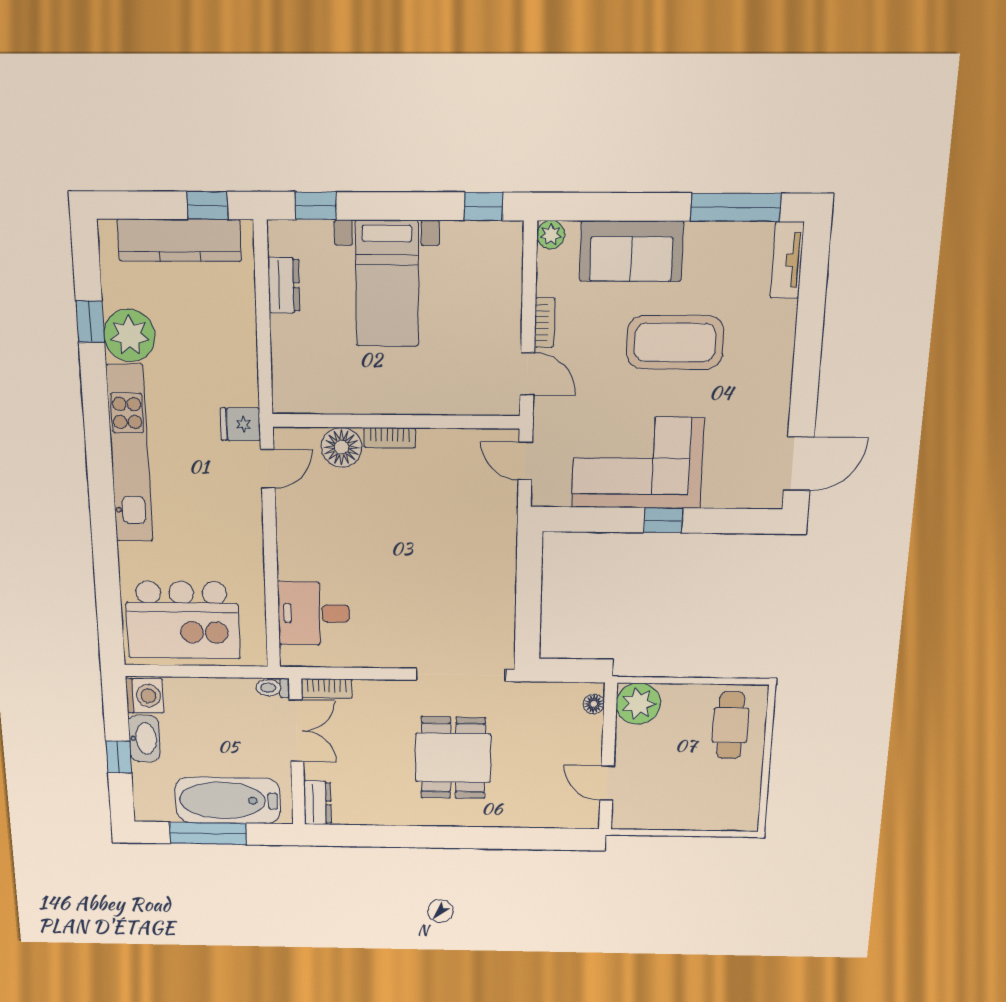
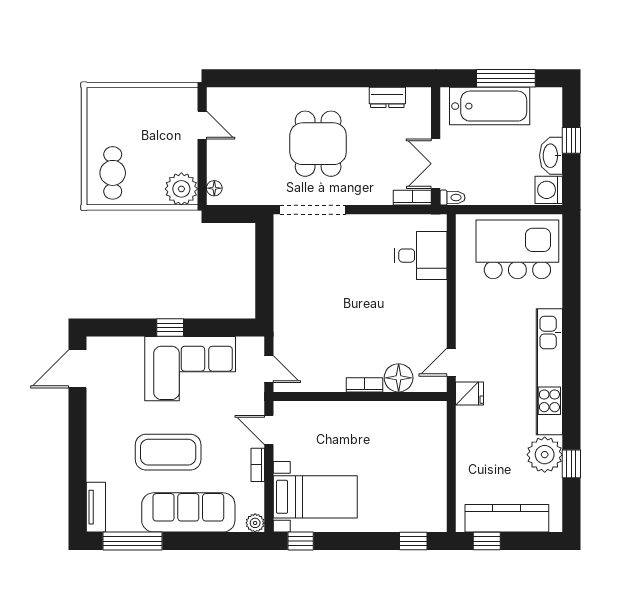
sofa: (631, 251) -> (188, 512), width x1.36
bed with nightstands: (387, 284) -> (315, 497), moved, turned 90
dresser: (284, 285) -> (436, 489), removed
dresser: (317, 803) -> (387, 97), moved, turned -90

